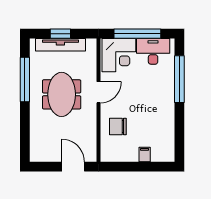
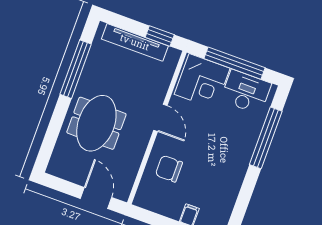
window: (60, 34) -> (160, 36), moved
door: (98, 92) -> (160, 118), hinge flipped
meeting table: (62, 94) -> (96, 123), moved

